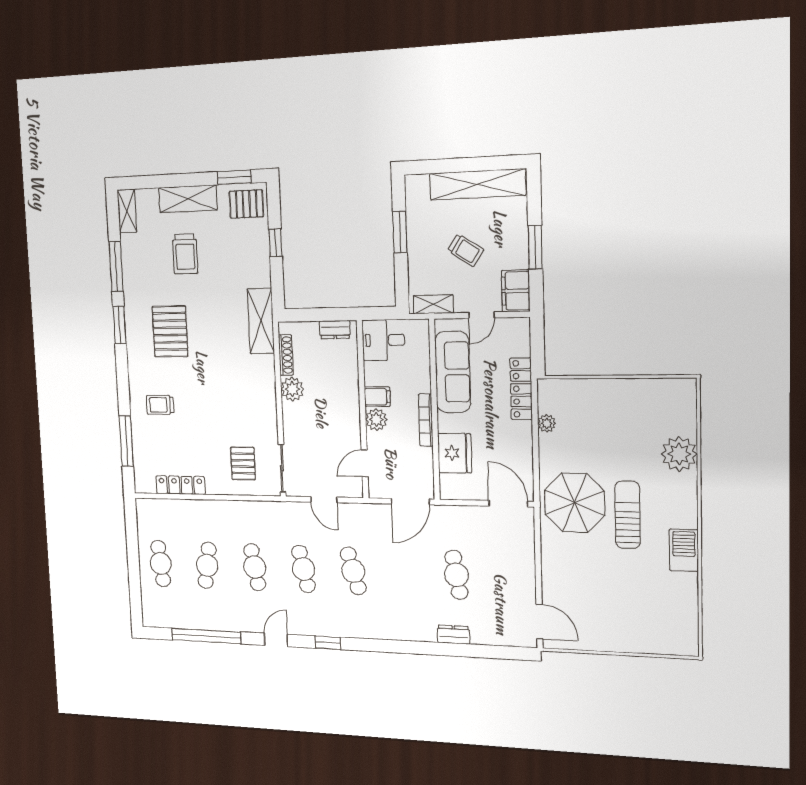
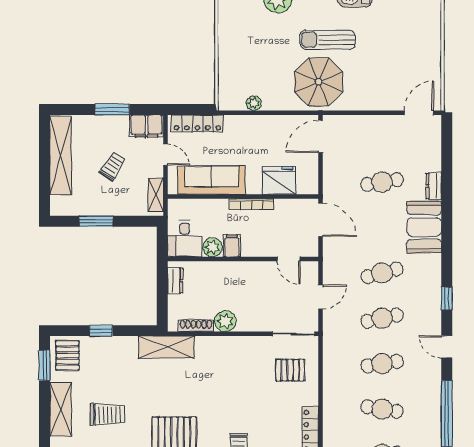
locker: (521, 389) -> (197, 123), moved
plant: (376, 420) -> (213, 247), moved
booth: (406, 621) -> (424, 227), added

